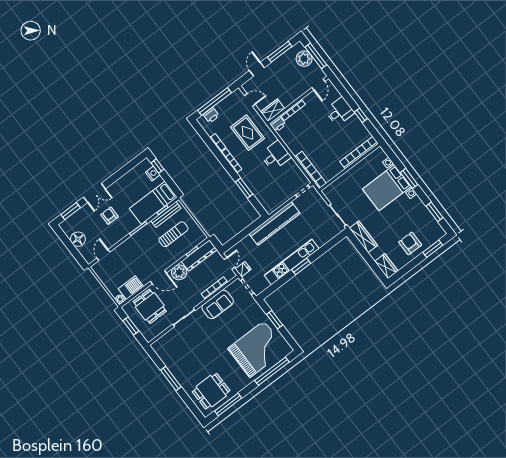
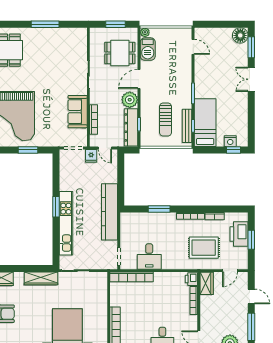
window: (214, 102) -> (251, 240), width x0.47
printer: (211, 115) -> (239, 234), width x1.87, depth x1.48
desk: (275, 156) -> (149, 256), moved
armchair: (109, 216) -> (222, 77), removed
floor lamp: (78, 239) -> (240, 35), moved
kitchen unit: (292, 262) -> (66, 223), moved

